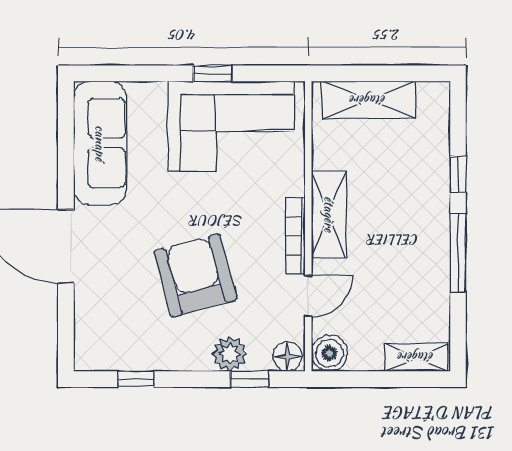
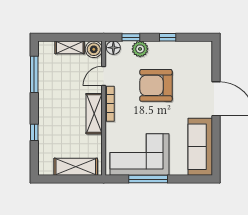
window: (212, 73) -> (148, 179), width x2.17
window: (458, 253) -> (34, 74), moved
armchair: (195, 275) -> (156, 85), turned 105
shelving: (416, 357) -> (70, 47), moved
window: (136, 379) -> (168, 37), moved

